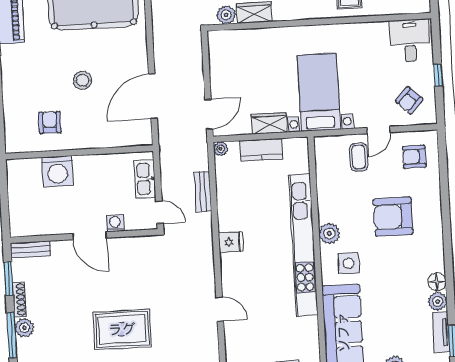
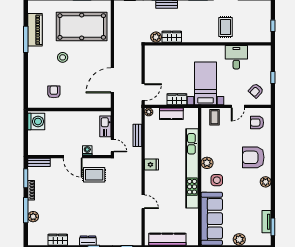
desk: (410, 40) -> (236, 57), moved
stool: (82, 80) -> (63, 57), moved
coffee table: (359, 157) -> (214, 117), moved
washing machine: (58, 171) -> (36, 121), moved, turned -90
armchair: (393, 217) -> (253, 157), moved
floor lamp: (437, 282) -> (266, 193), removed
plant: (438, 301) -> (266, 182), moved
plant: (24, 328) -> (33, 217), moved
rug: (122, 329) -> (94, 175), moved, width x0.73, depth x0.70

